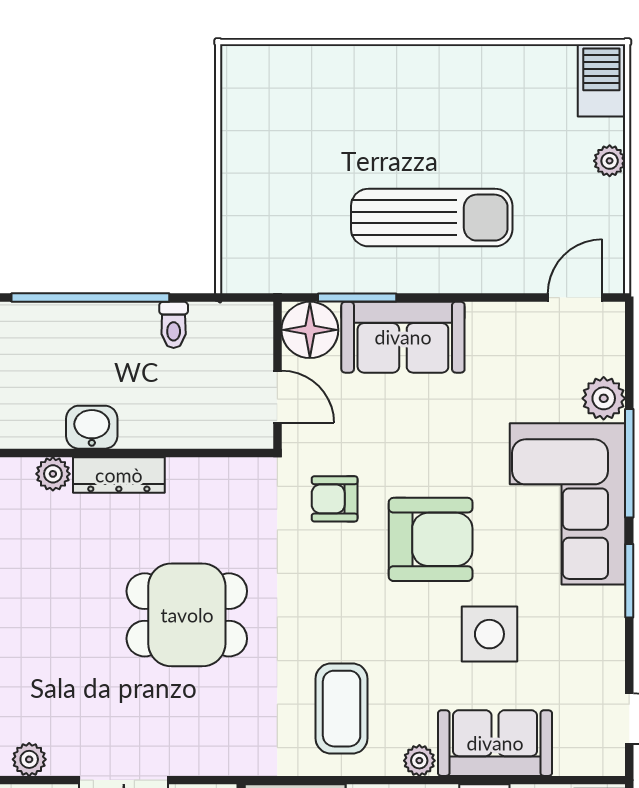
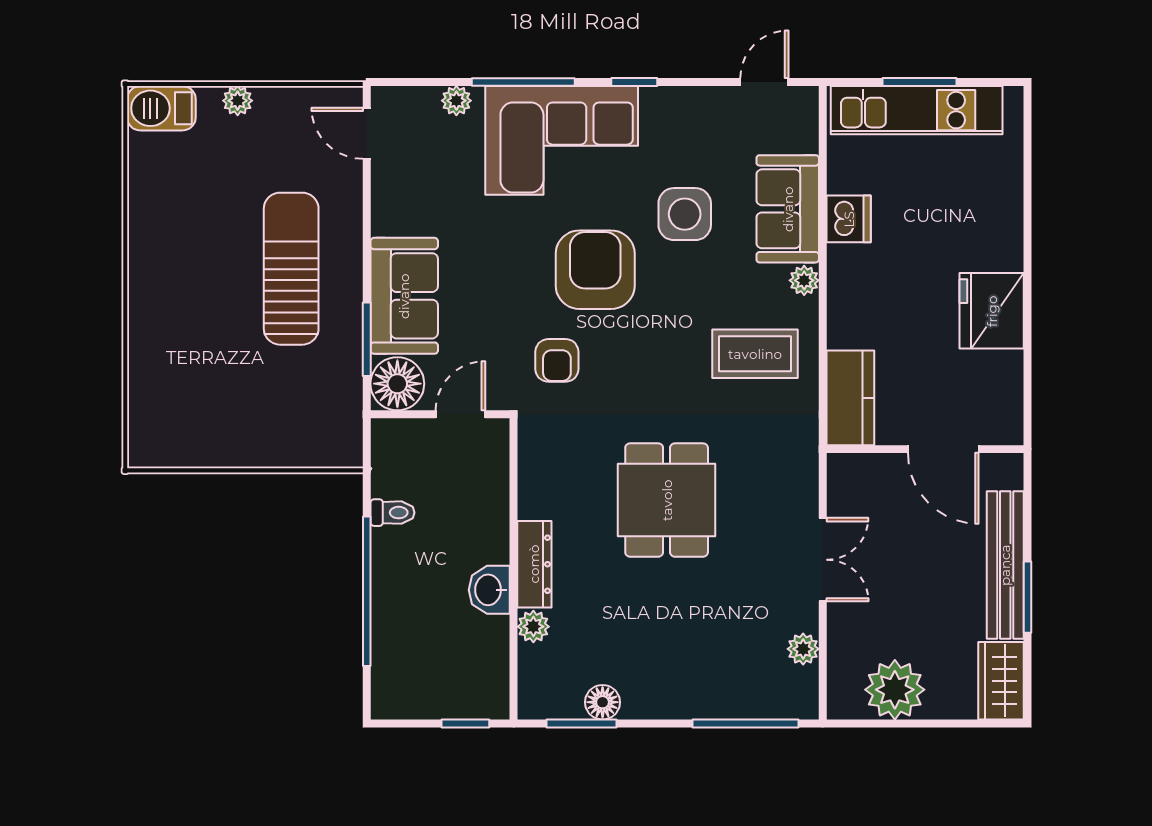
plant: (604, 398) -> (456, 101), width x0.73, depth x0.73
window: (629, 581) -> (634, 82), width x0.67

